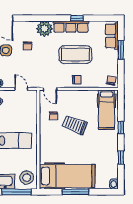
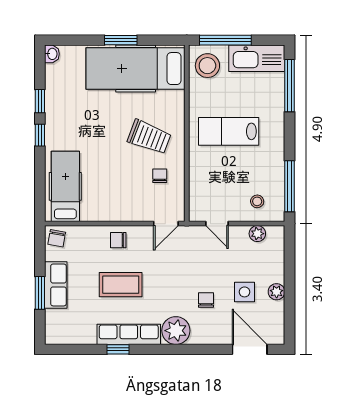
row of seats: (112, 36) -> (56, 285), moved
coffee table: (75, 54) -> (121, 285), width x0.73, depth x0.76
door: (50, 89) -> (166, 224), swing flipped
trolley: (75, 125) -> (149, 137), moved
window: (121, 128) -> (40, 135), moved
window: (75, 192) -> (121, 40), width x0.69

